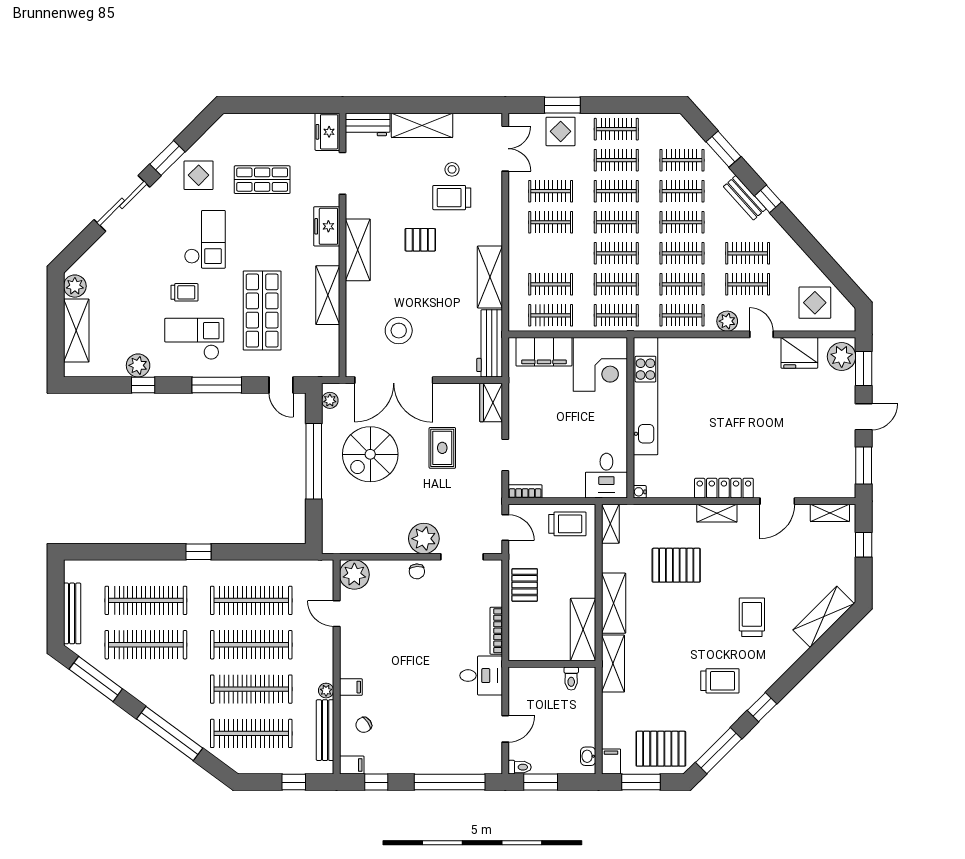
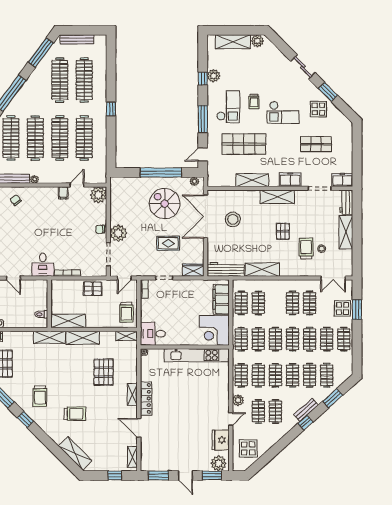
shop shelf: (262, 180) -> (316, 144), turned 90
sliding door: (122, 203) -> (303, 67), width x0.73
filing cabinet: (351, 687) -> (63, 193), moved

